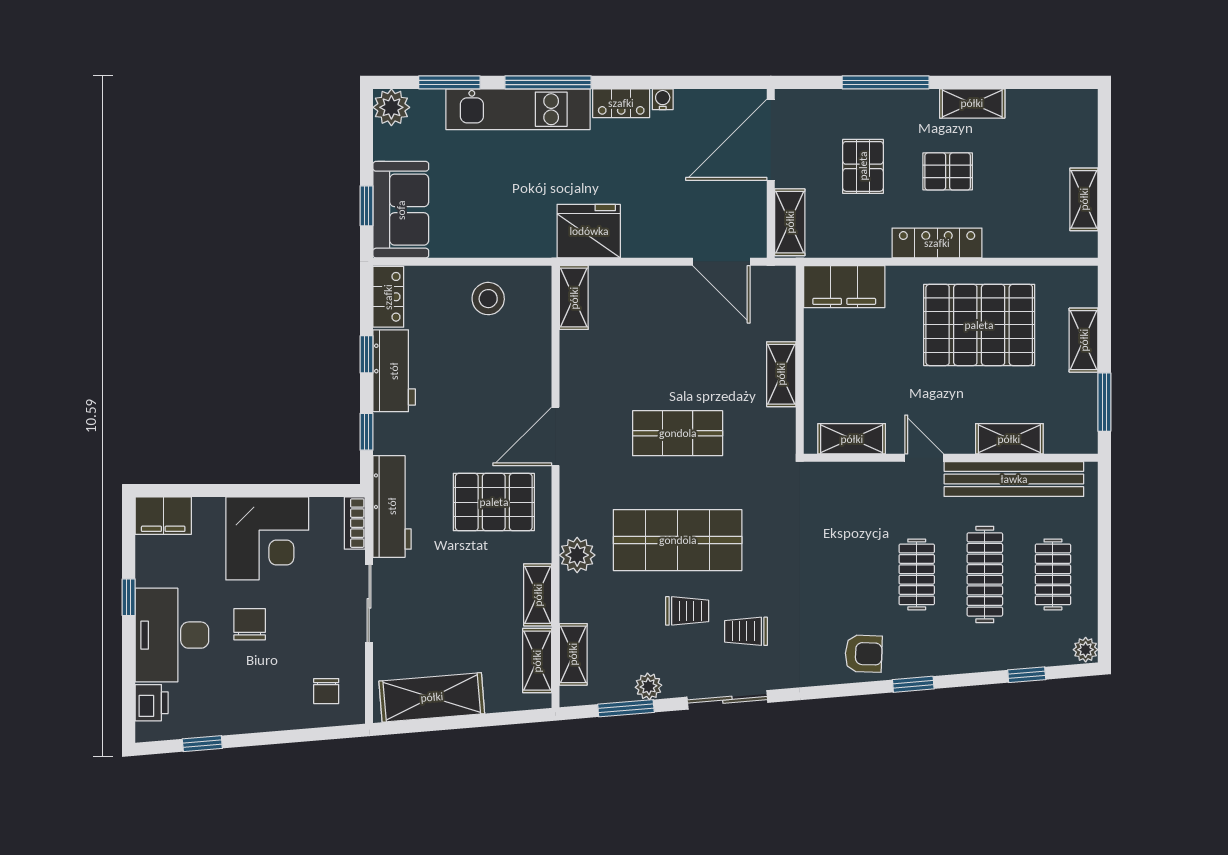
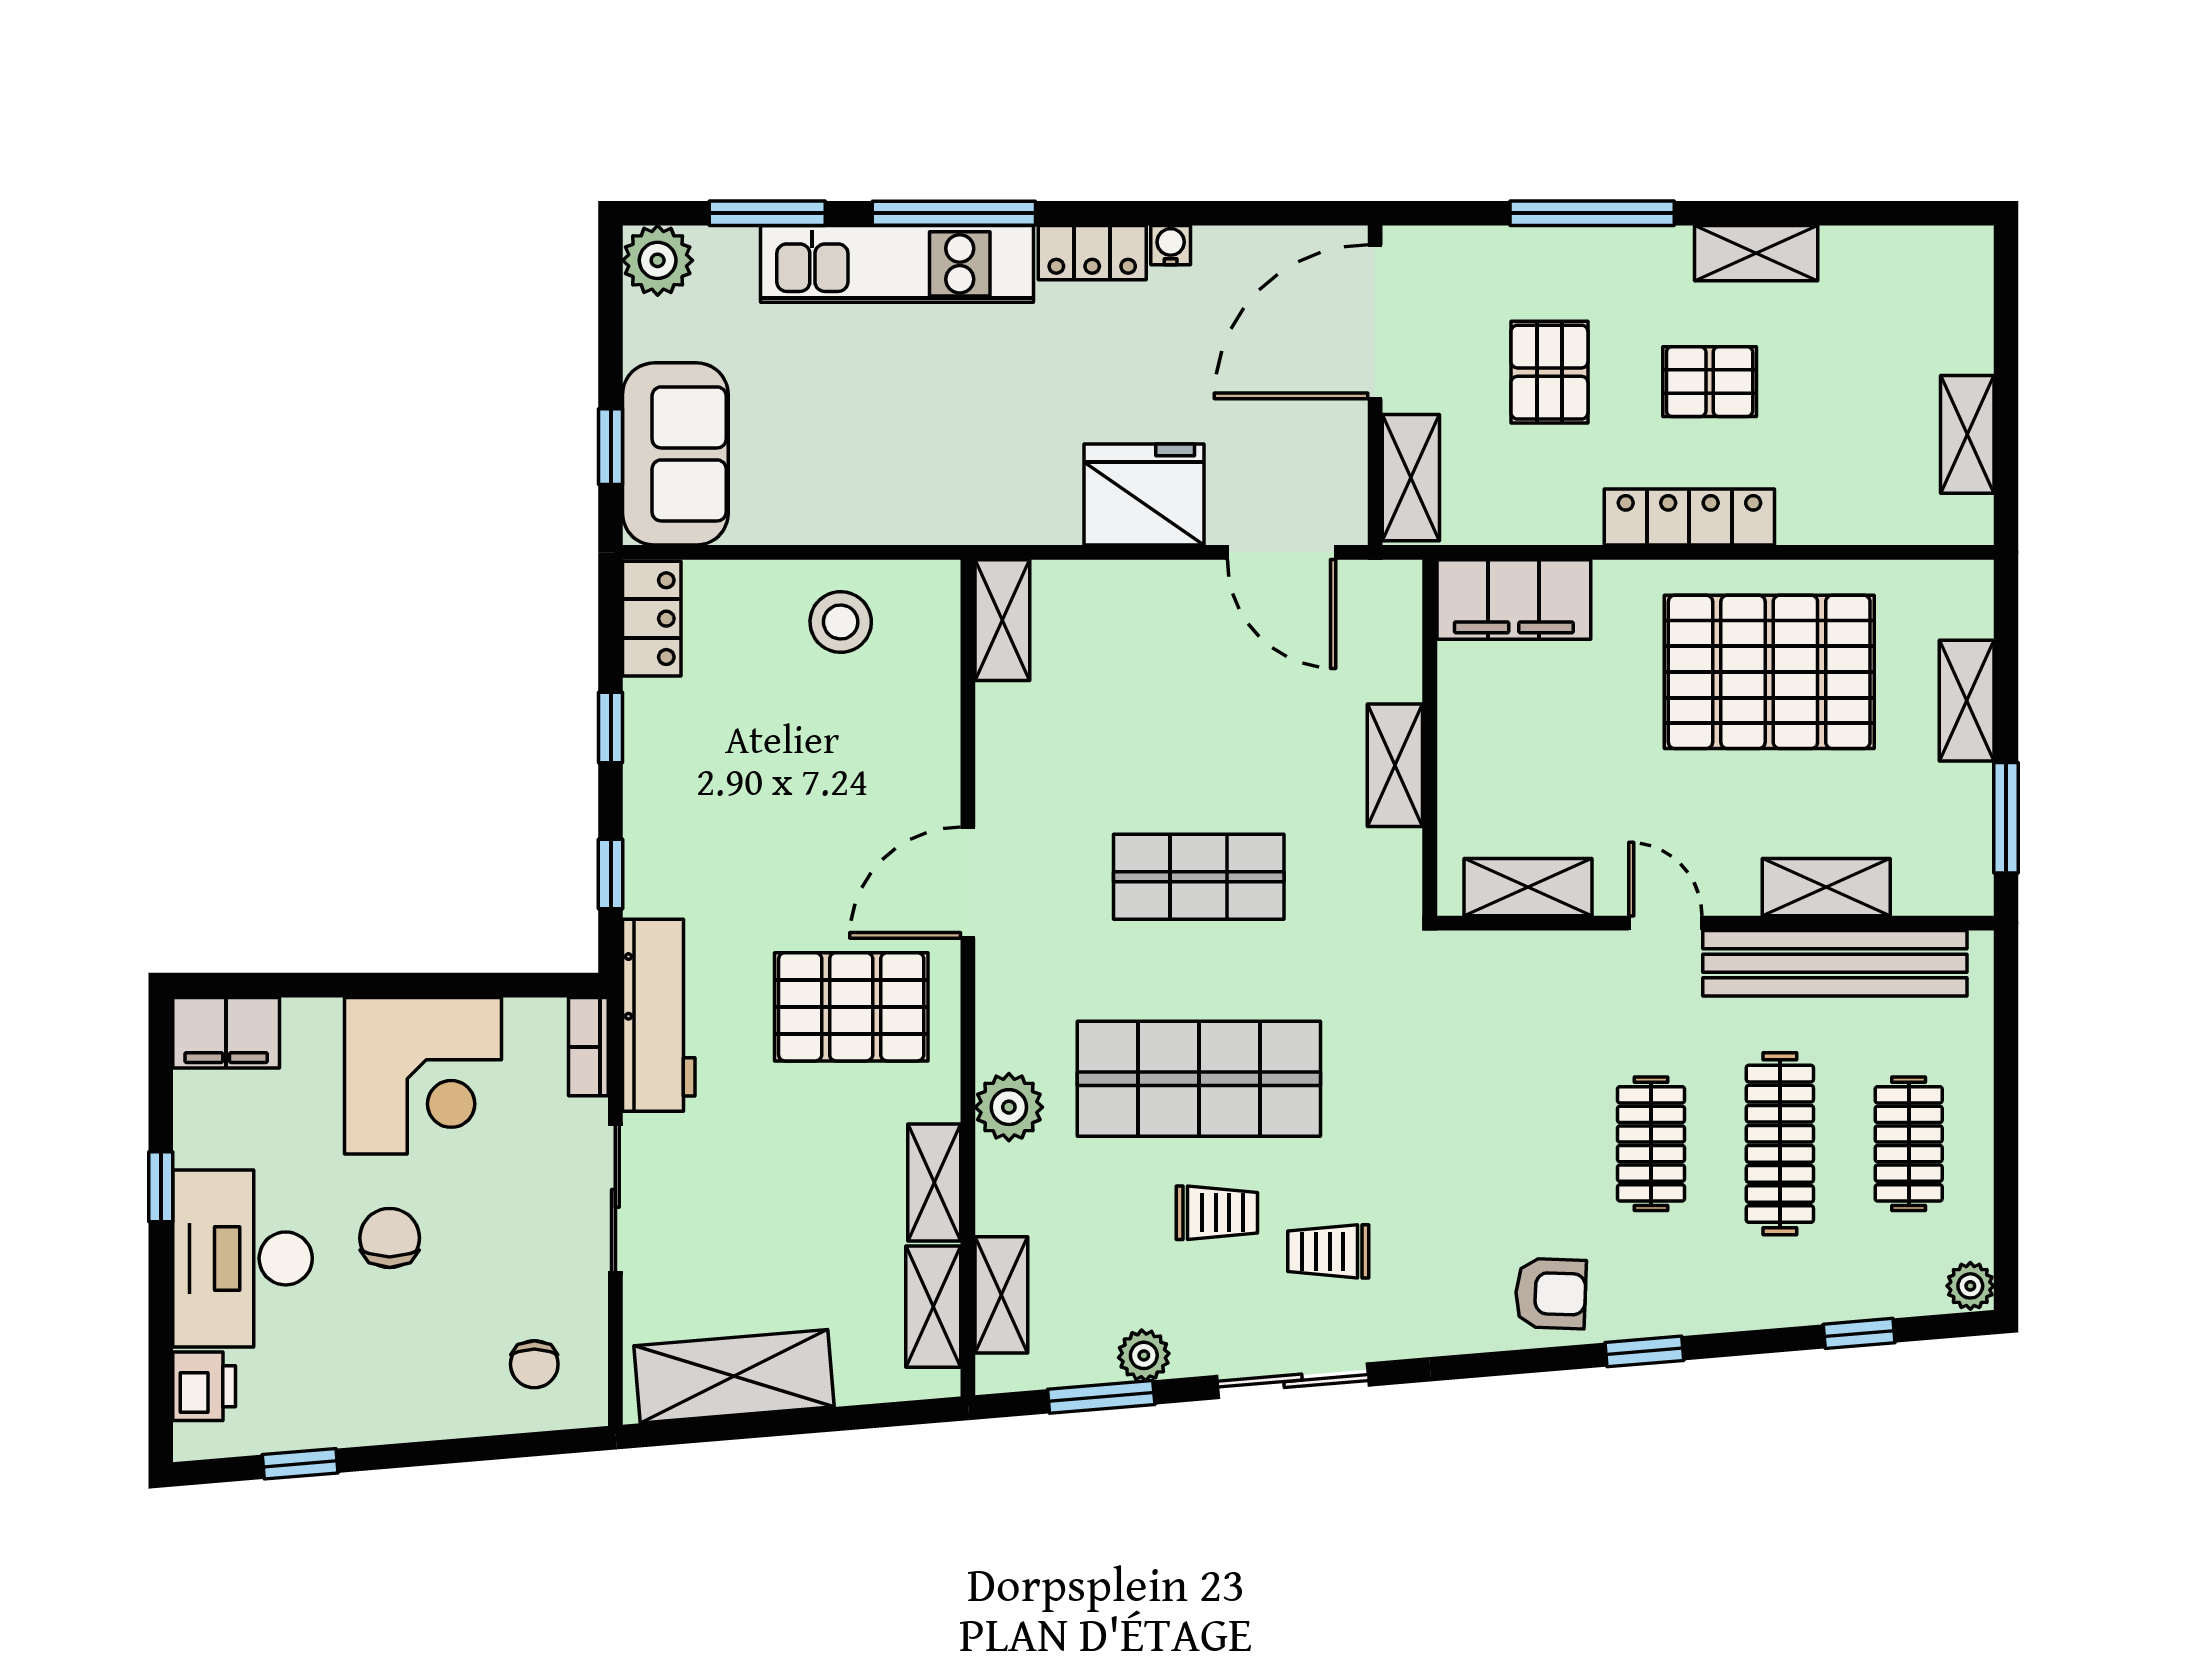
fridge: (589, 231) -> (1144, 494), moved
workbench: (394, 371) -> (663, 759), removed

